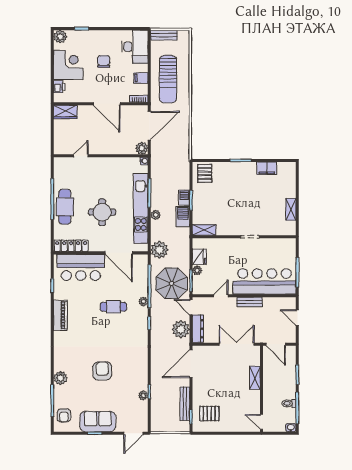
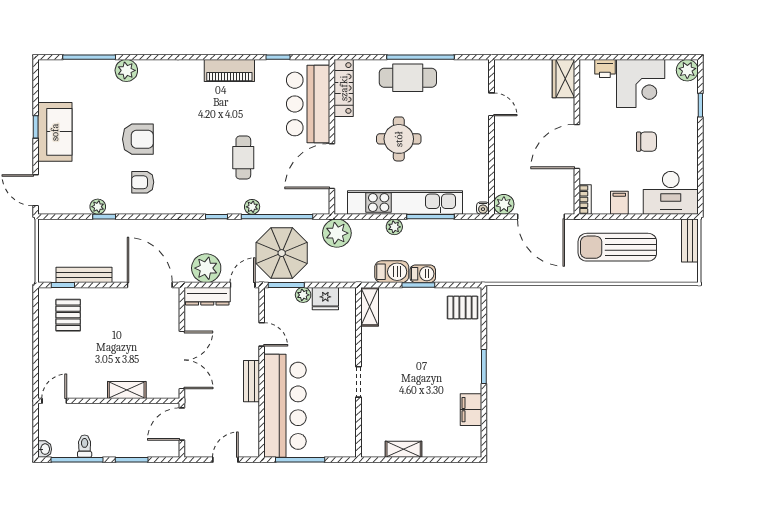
armchair: (64, 415) -> (143, 182), moved

